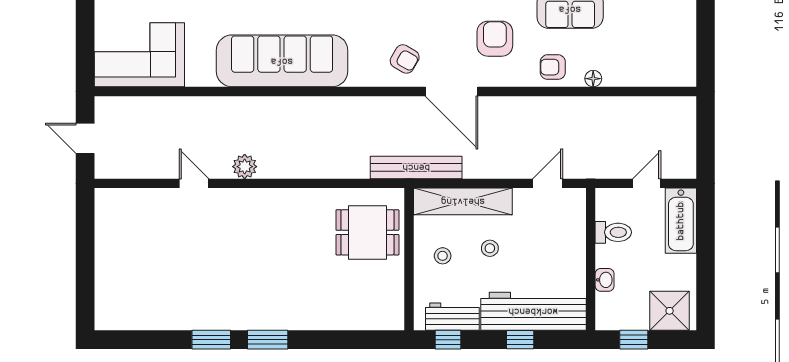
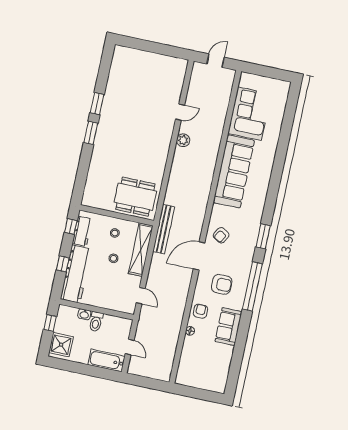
corner sofa: (139, 55) -> (249, 114), moved
dining table: (367, 232) -> (135, 197), width x1.37
toilet: (613, 232) -> (96, 322), moved

